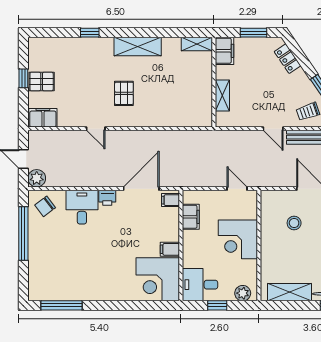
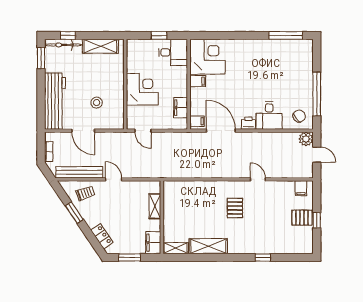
shelving: (138, 46) -> (208, 246), moved
filing cabinet: (43, 118) -> (301, 188), width x0.50
door: (141, 189) -> (221, 131), swing flipped
plant: (243, 293) -> (138, 45), removed

